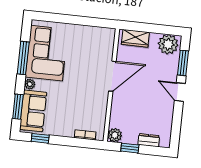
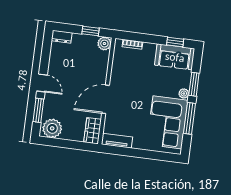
tv unit: (99, 33) -> (117, 141), added
wardrobe: (135, 38) -> (93, 131), moved, turned -90
window: (18, 107) -> (194, 84), moved
sofa: (33, 111) -> (175, 57), moved, turned -90
dresser: (149, 140) -> (62, 37), moved

